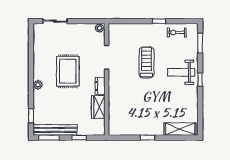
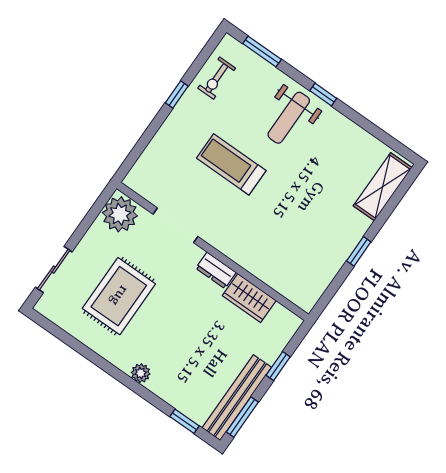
plant: (99, 28) -> (120, 214), width x1.88, depth x1.88
rug: (68, 71) -> (119, 296), moved, turned 90

